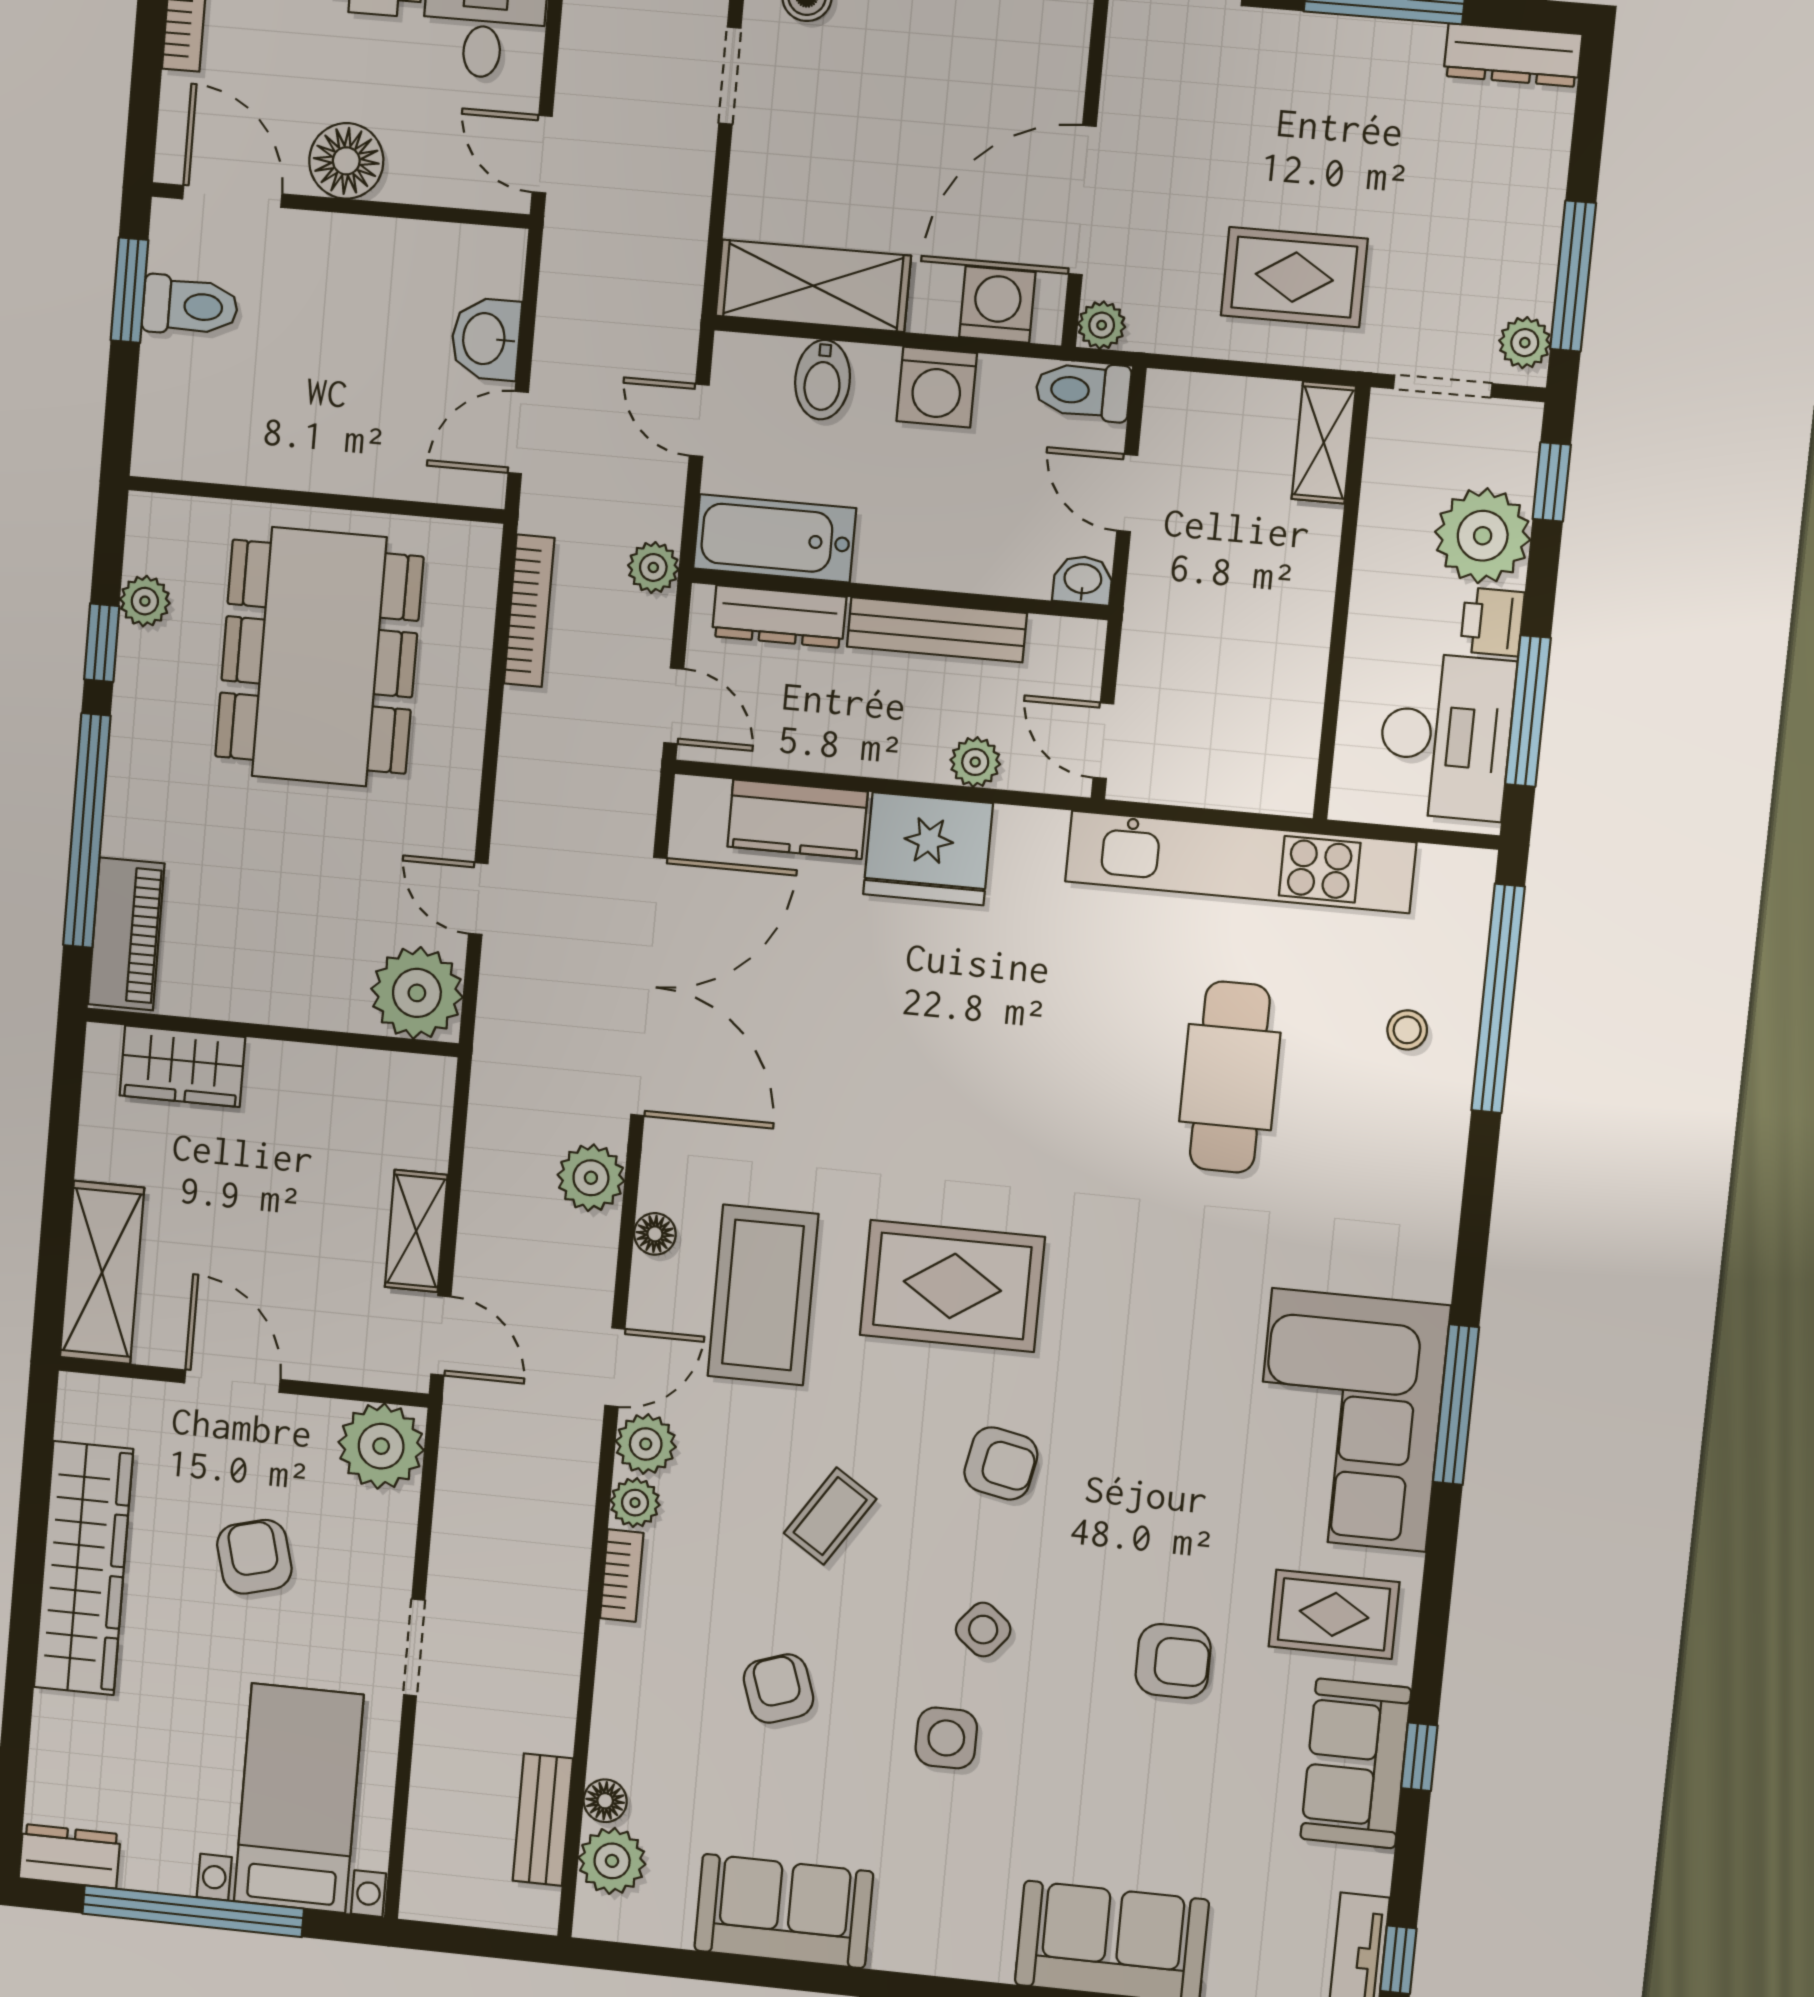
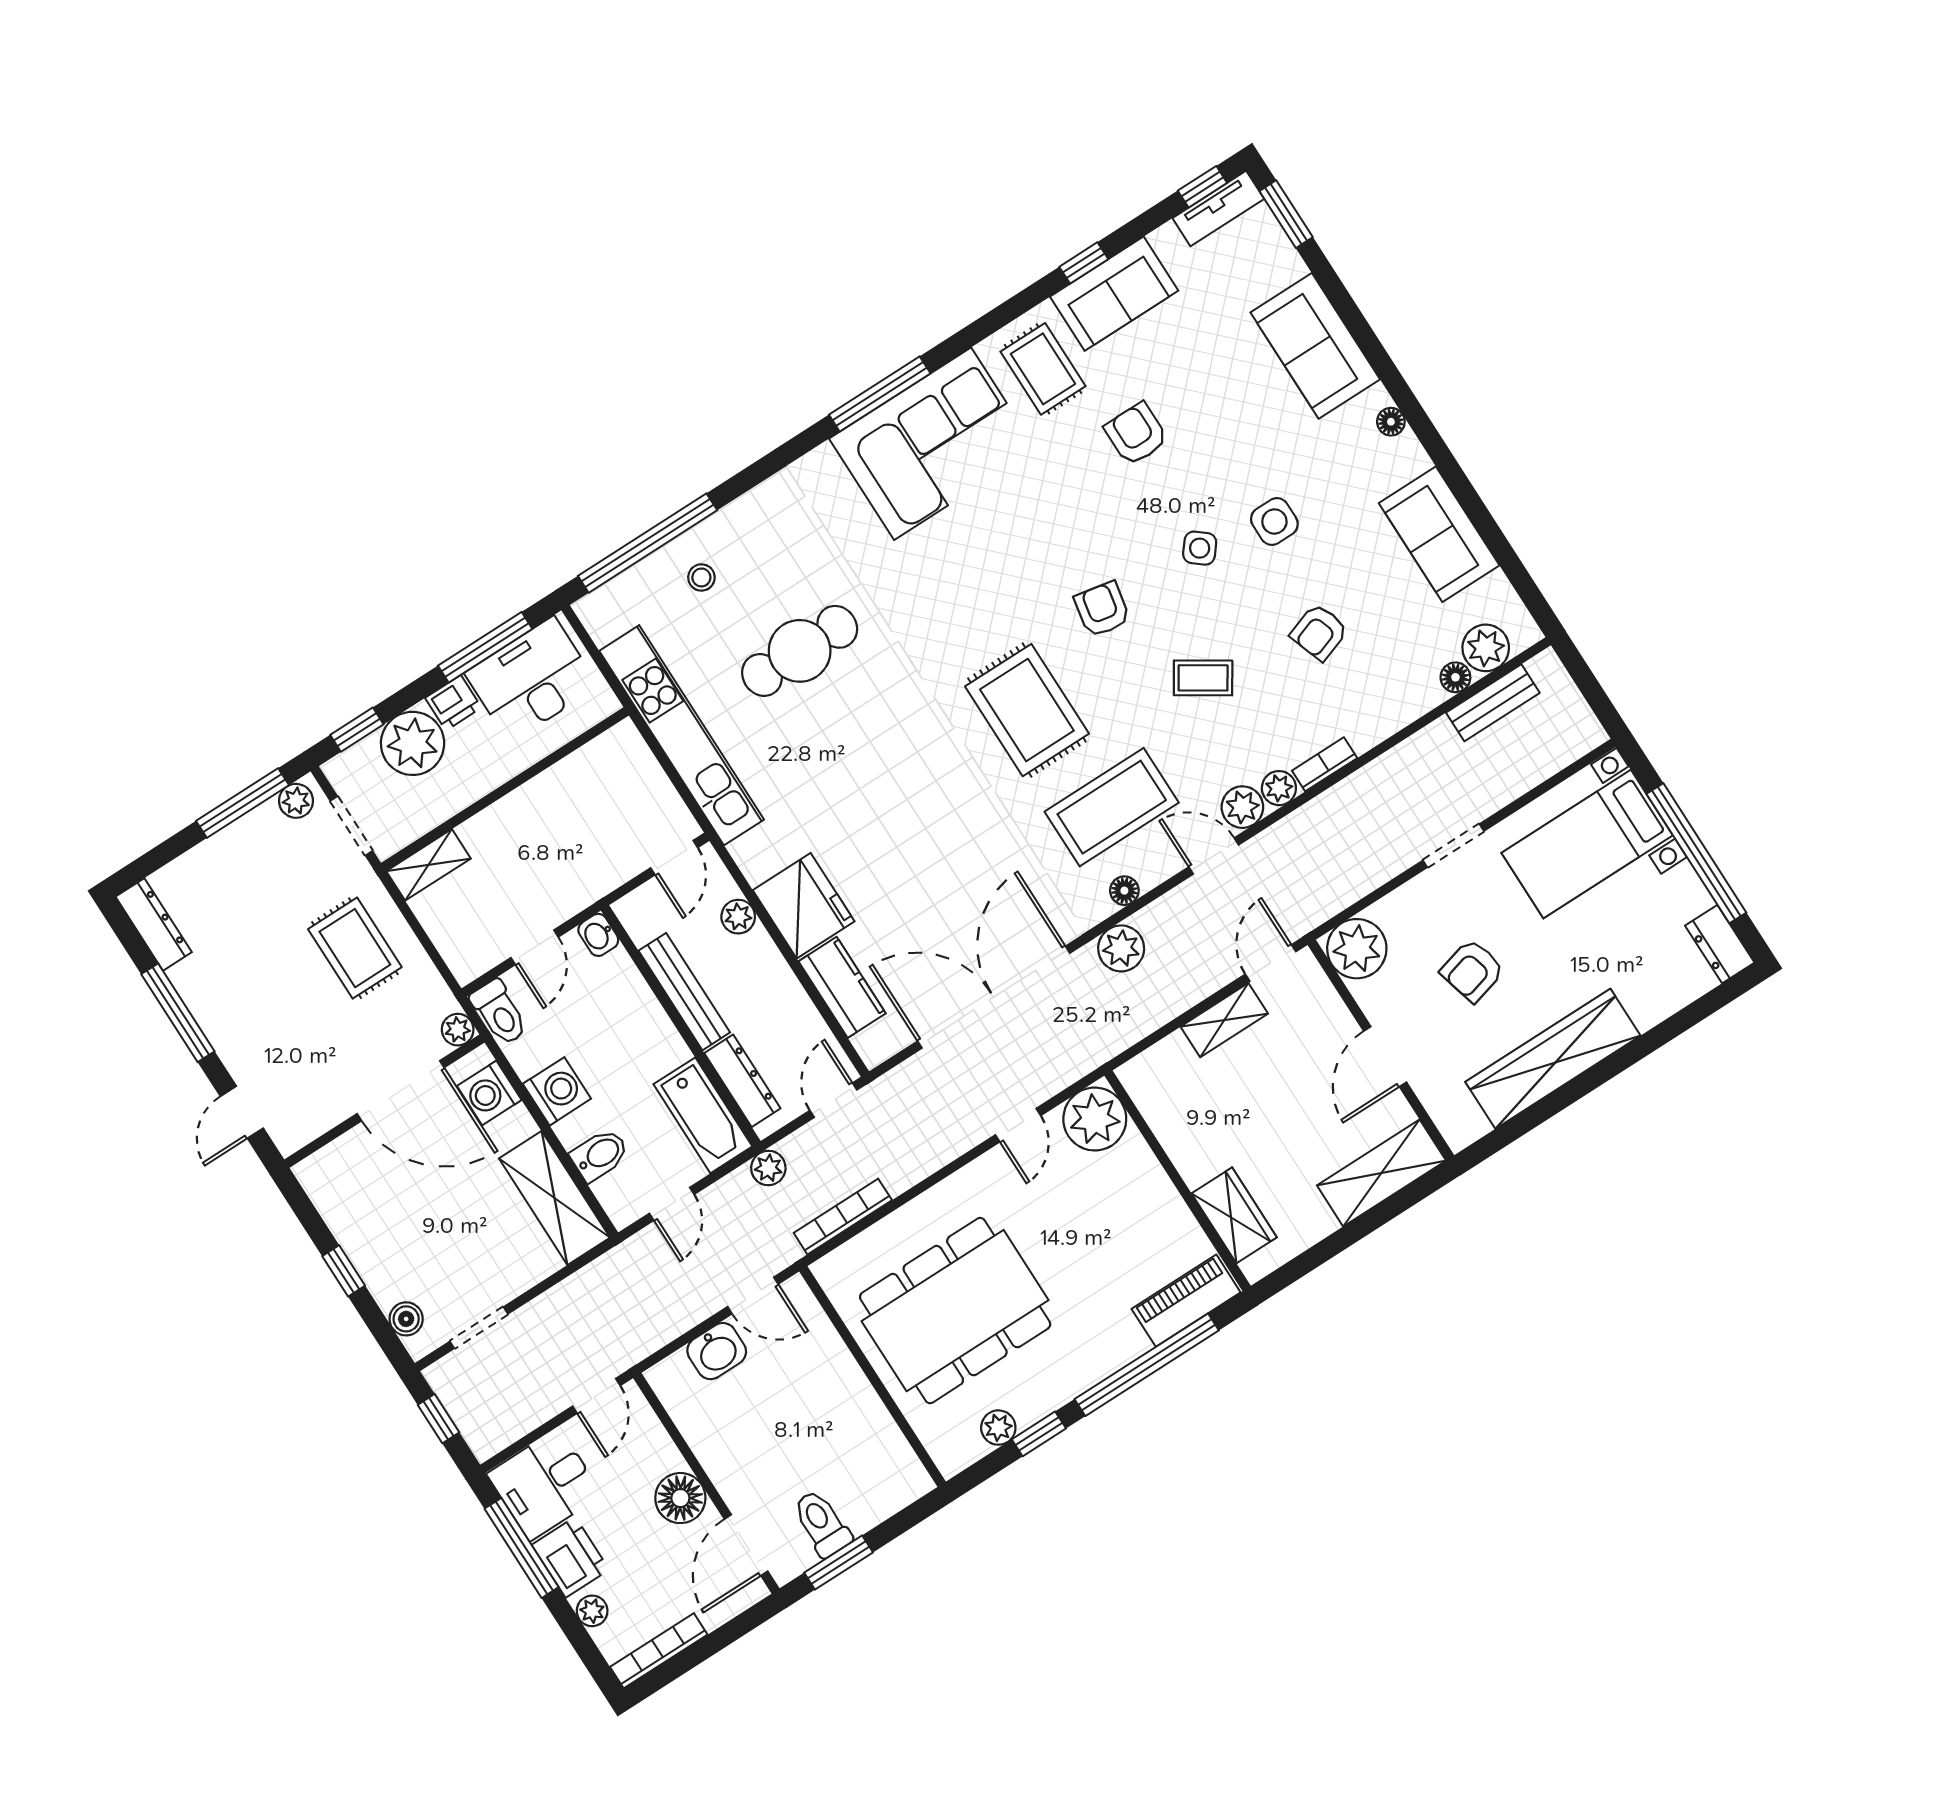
floor lamp: (956, 1958) -> (1391, 422), added

